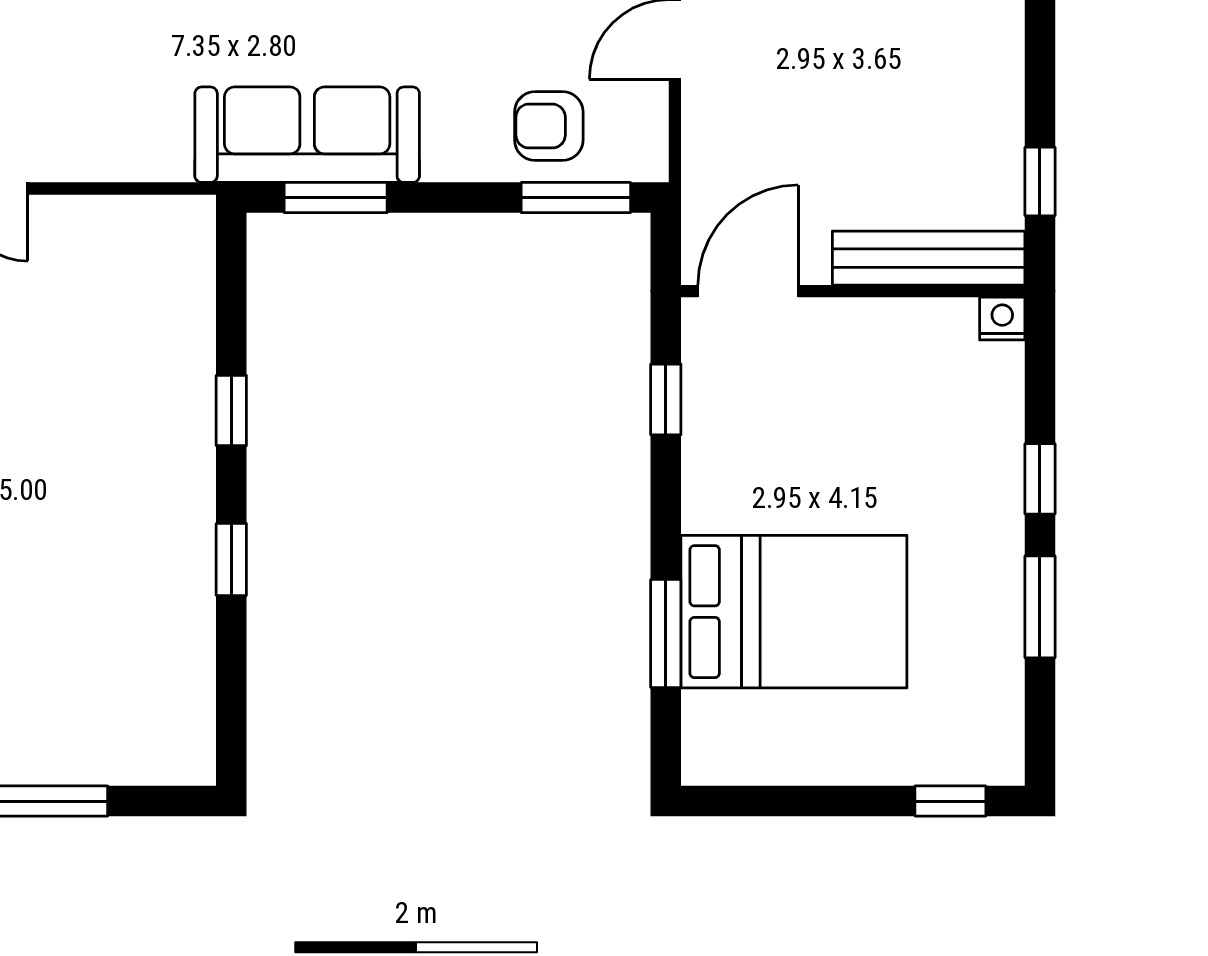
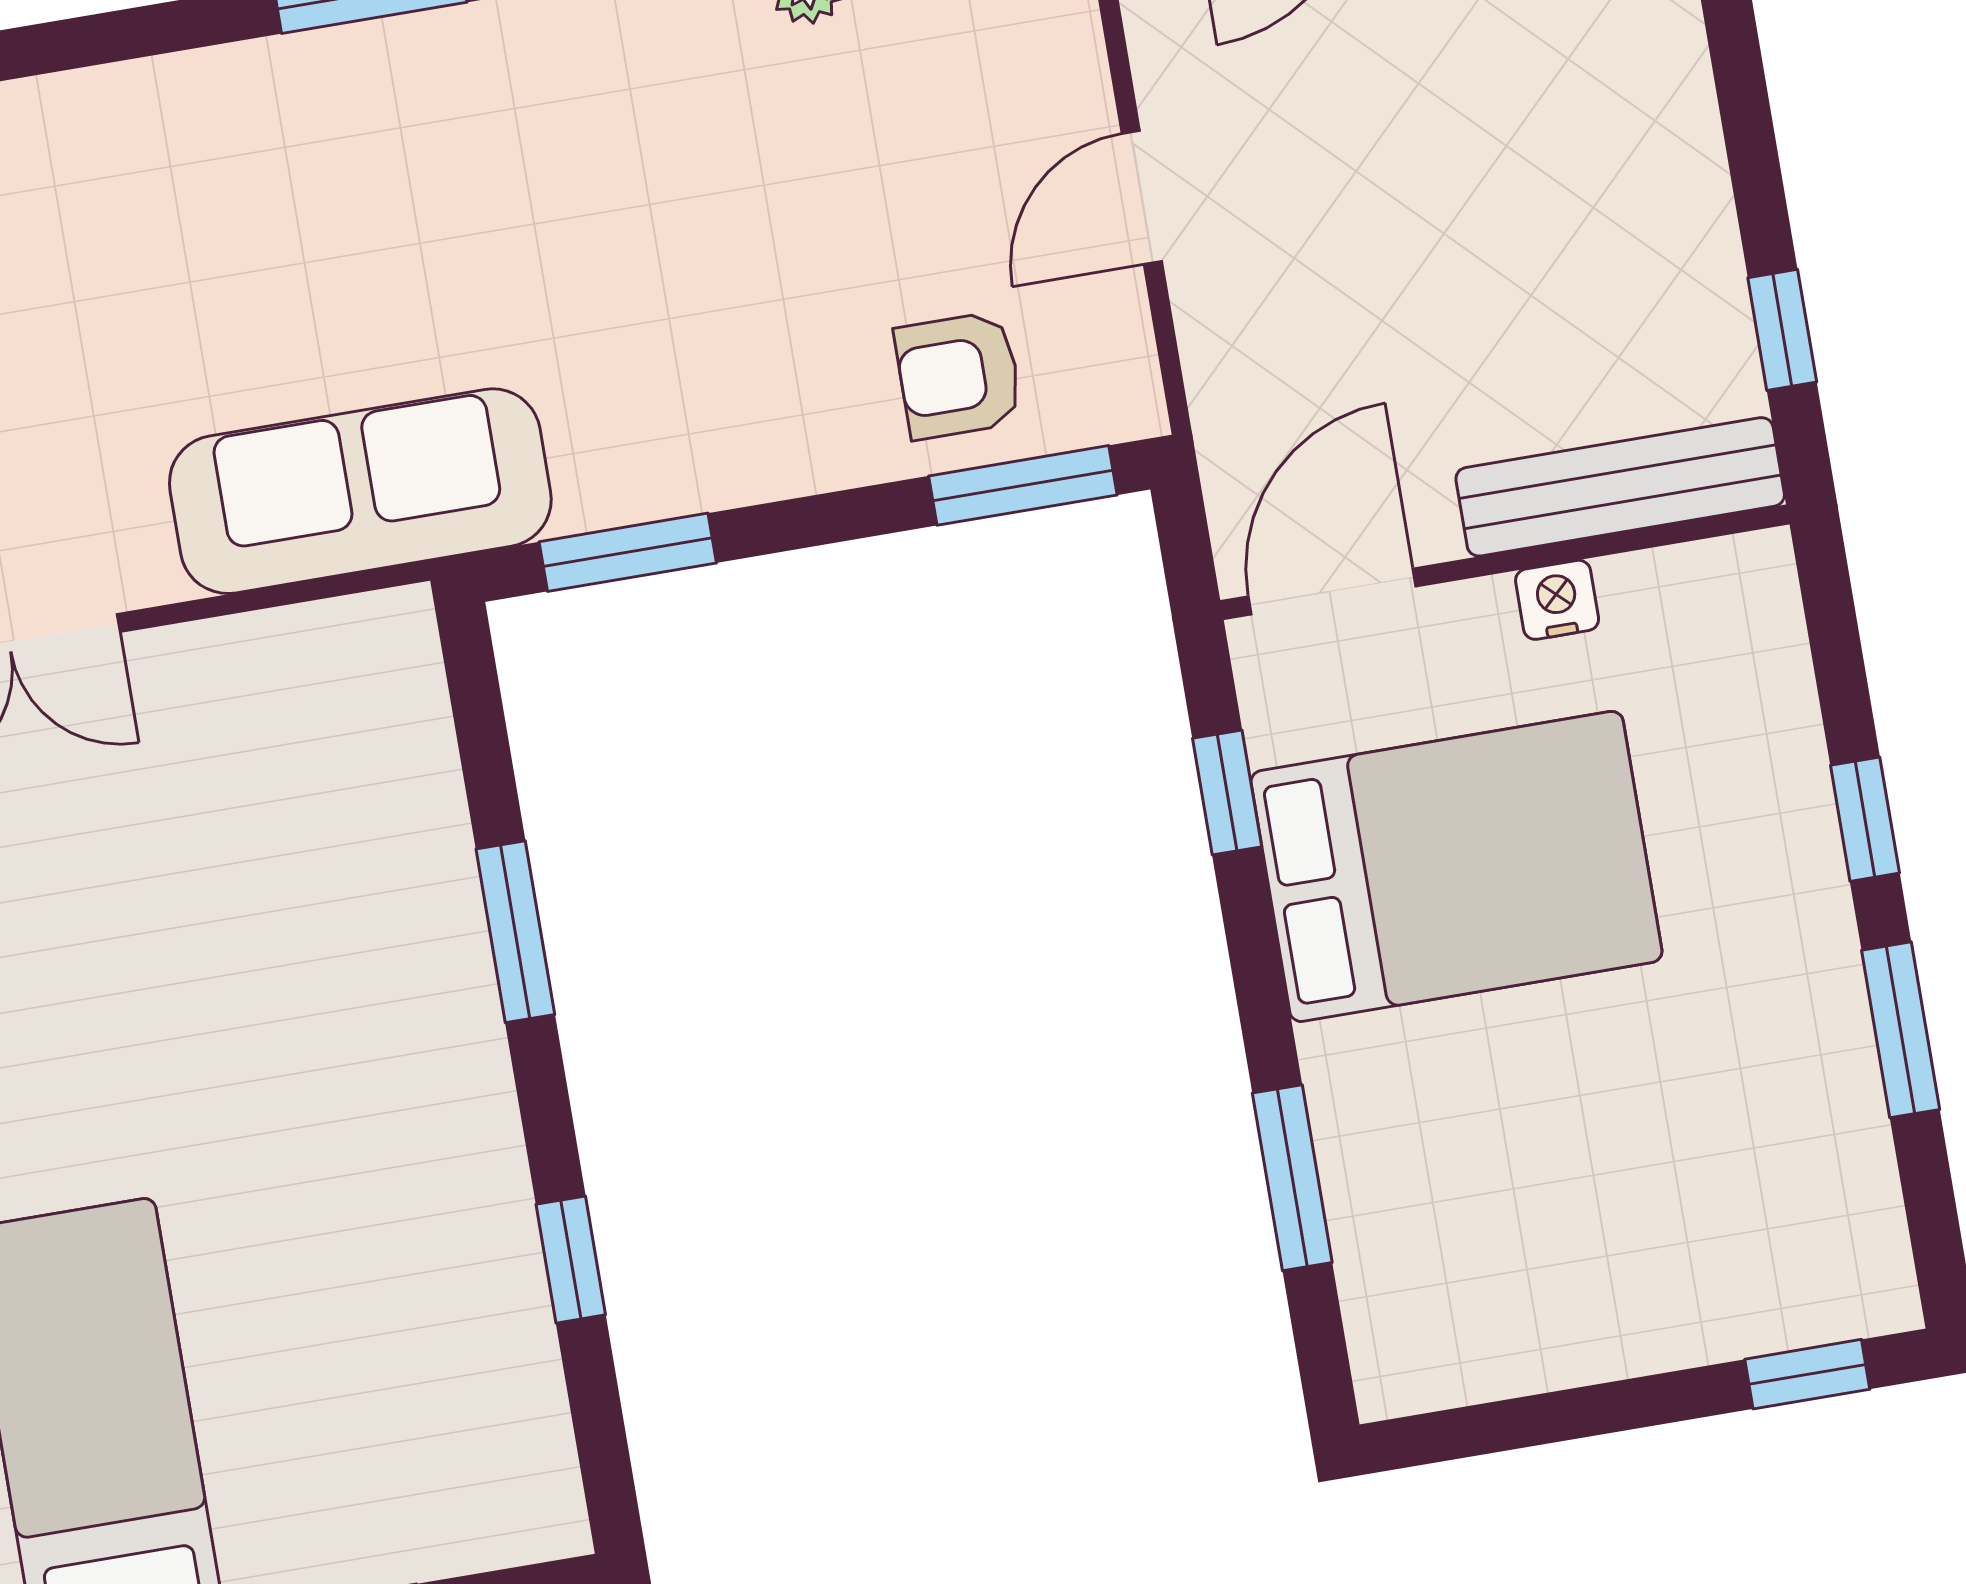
sofa: (307, 135) -> (360, 491), moved
nightstand: (1002, 319) -> (1557, 600), moved
window: (231, 411) -> (515, 932), width x1.50
window: (231, 560) -> (571, 1260), moved
bed: (794, 612) -> (1456, 866), moved

